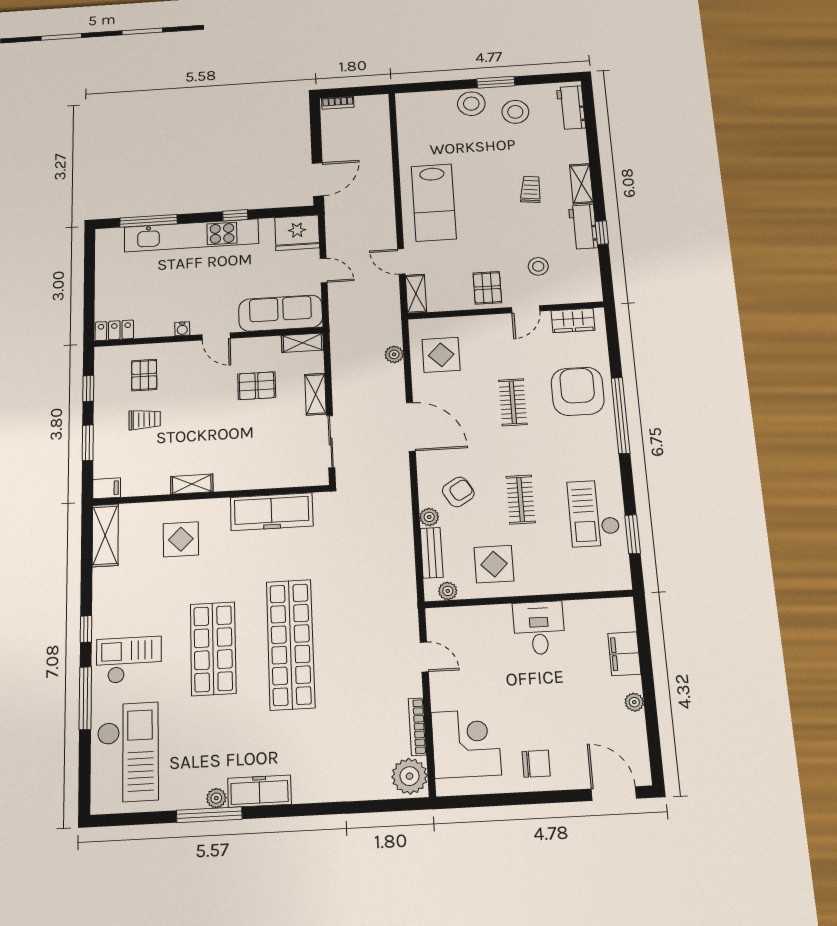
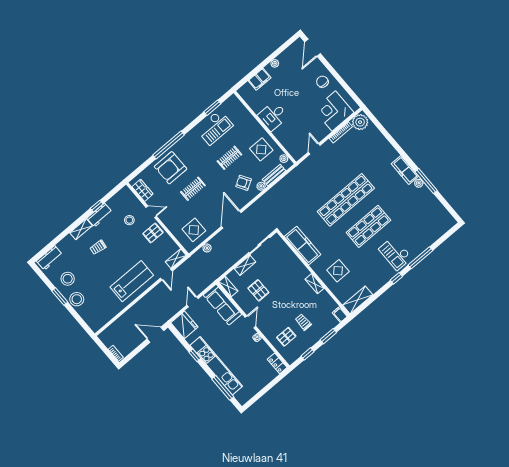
checkout: (128, 752) -> (427, 227), removed

